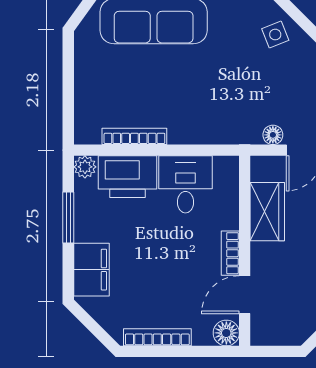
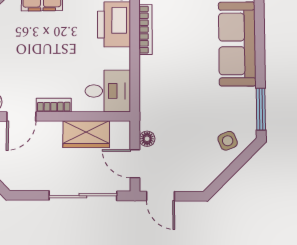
desk: (185, 184) -> (108, 91), moved
door: (245, 295) -> (21, 116), swing flipped

